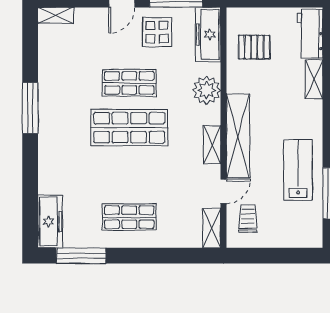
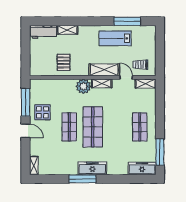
freezer: (208, 34) -> (92, 168), moved, turned 180
pallet: (254, 47) -> (64, 62), moved
plant: (207, 90) -> (83, 86), moved
shelving: (238, 136) -> (104, 70), width x0.68

